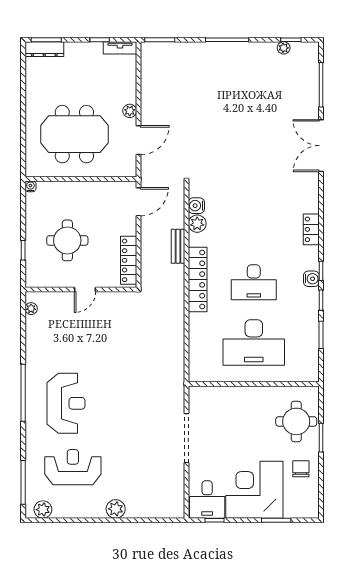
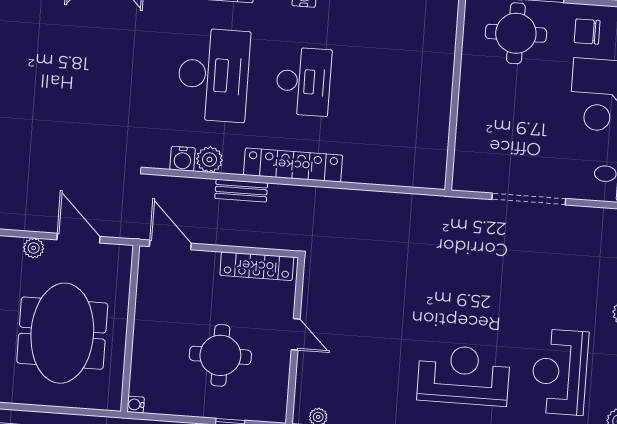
desk: (254, 343) -> (214, 75), moved

